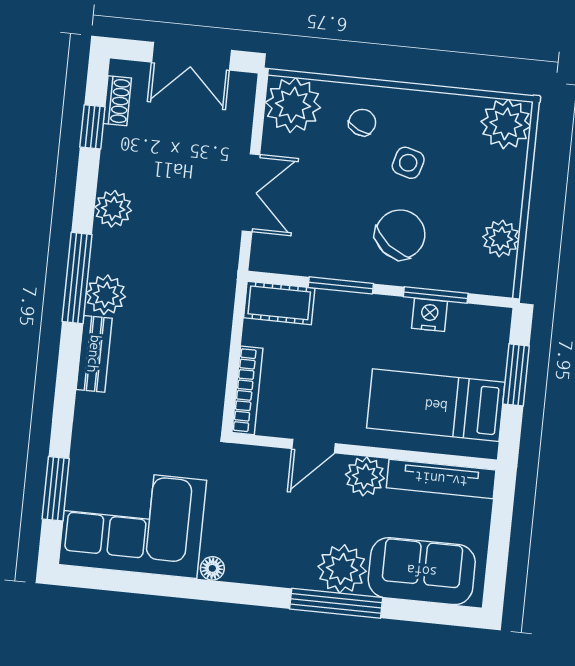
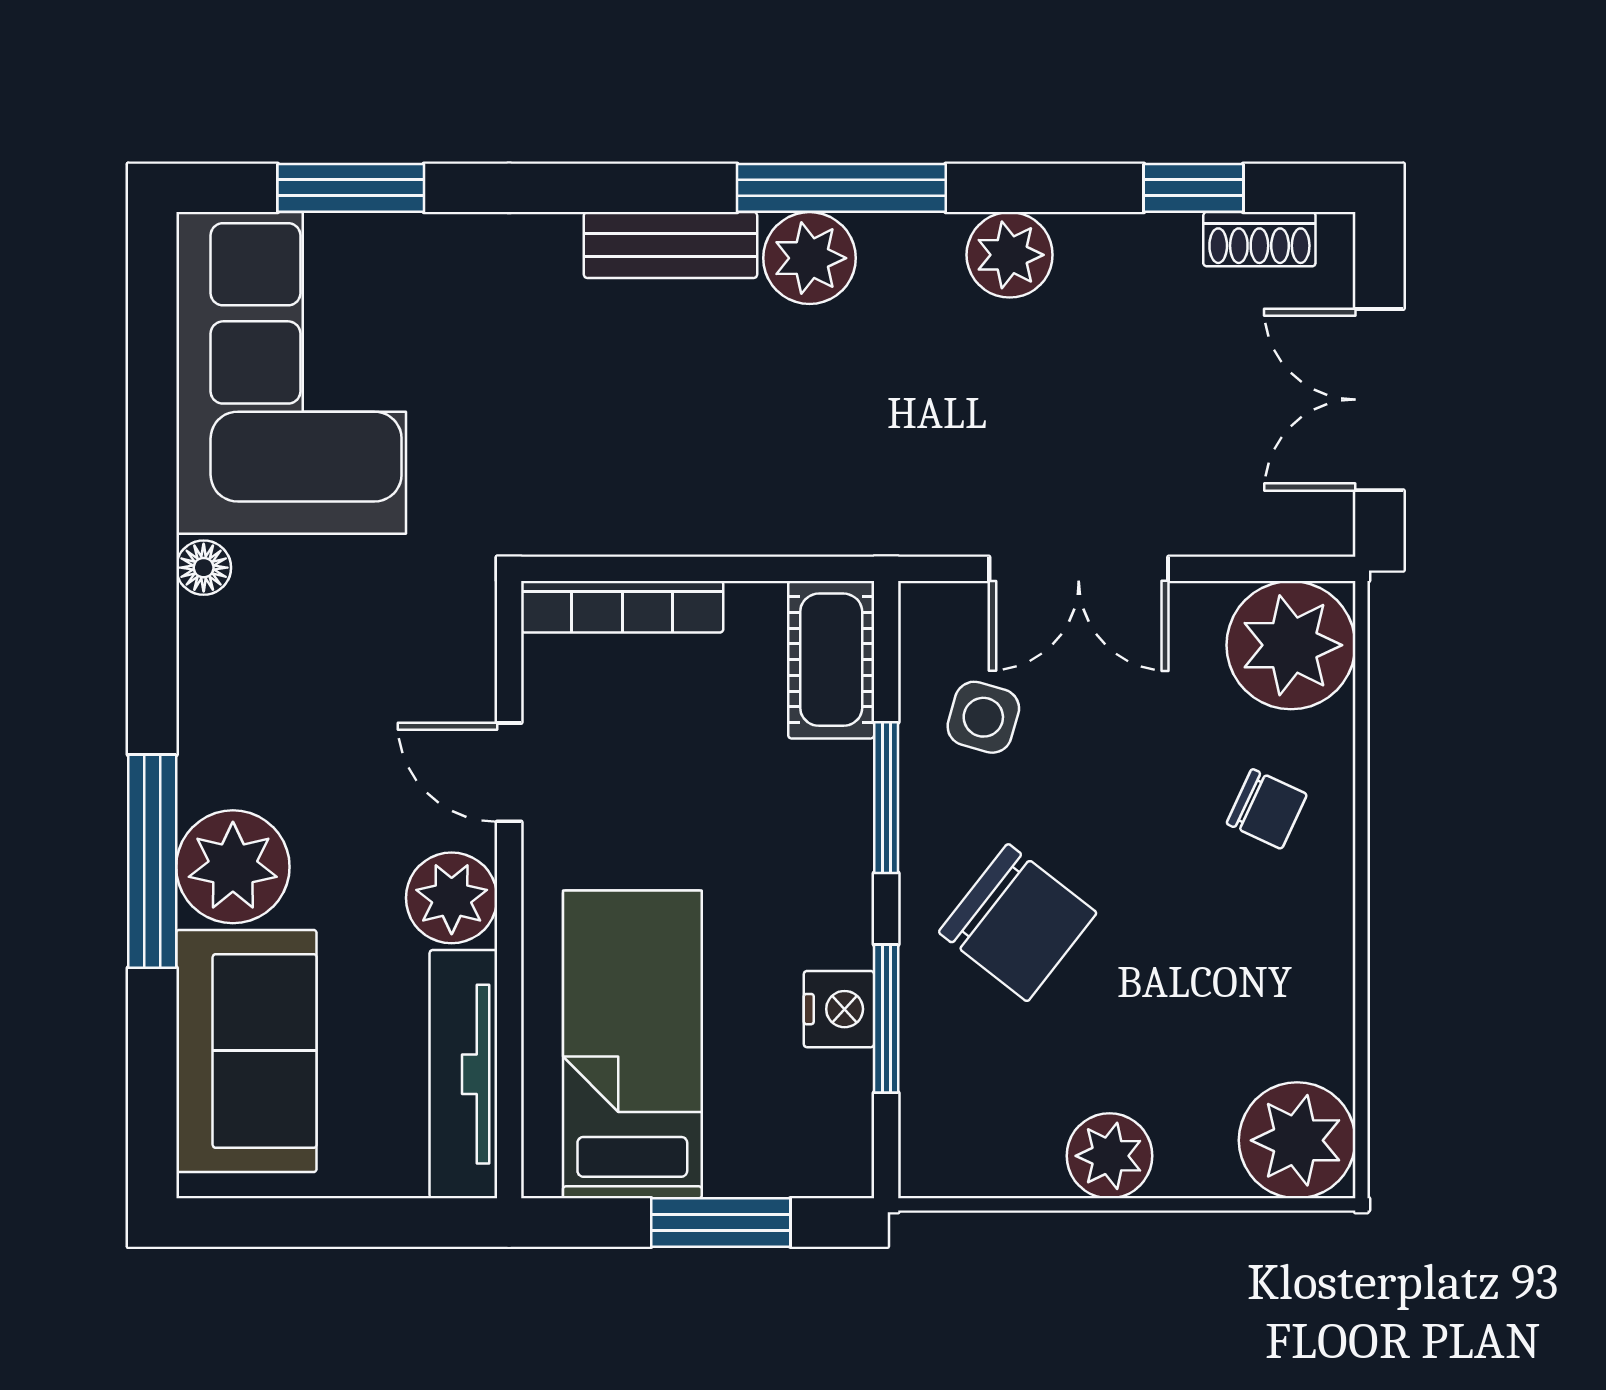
side table: (408, 163) -> (983, 717), moved
plant: (501, 238) -> (1109, 1156), moved

